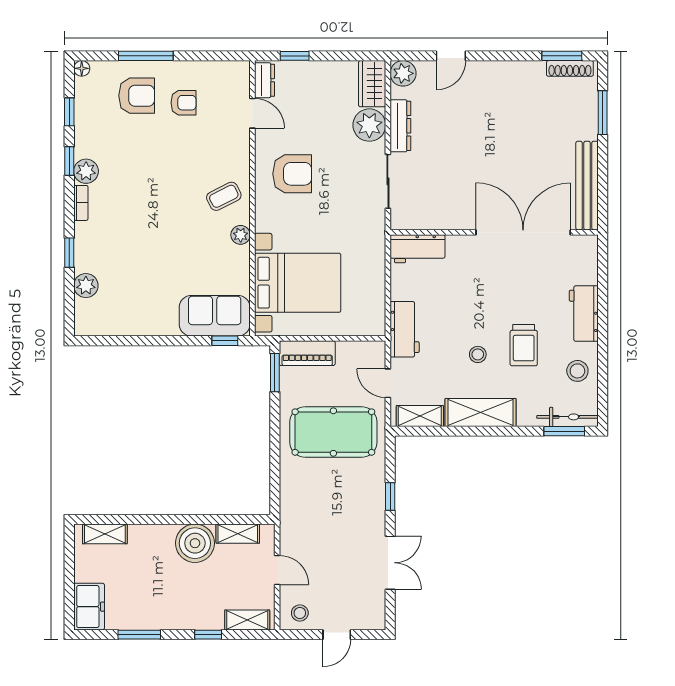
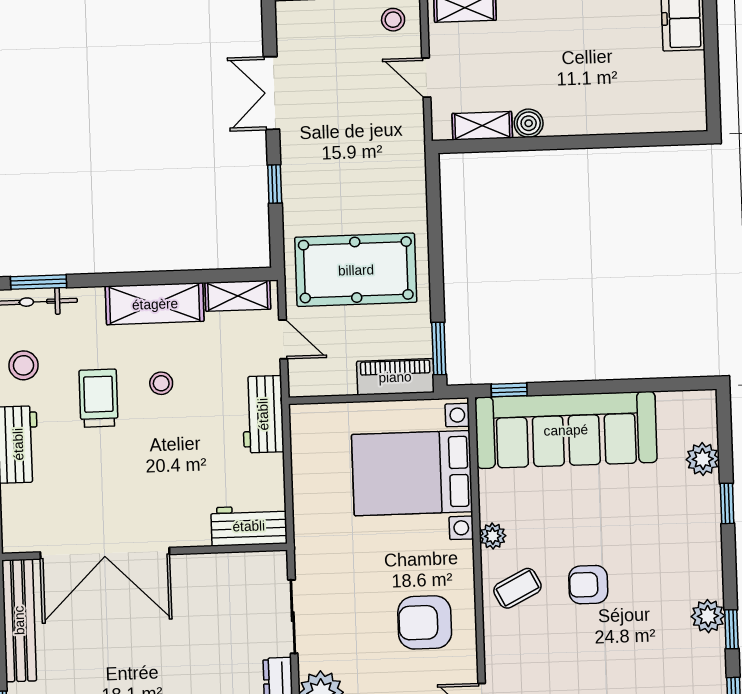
armchair: (172, 197) -> (588, 585), added
bookcase: (81, 203) -> (714, 572), removed
sofa: (215, 316) -> (566, 430), width x1.85, depth x1.27
shelving: (105, 534) -> (665, 119), removed
boiler: (195, 543) -> (529, 123), width x0.54, depth x0.54

